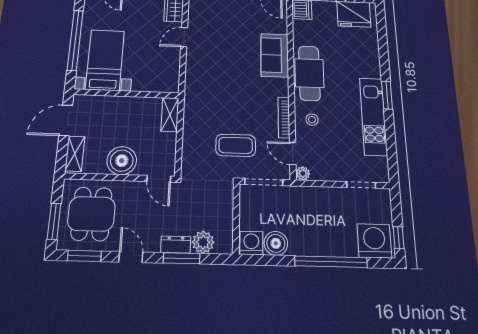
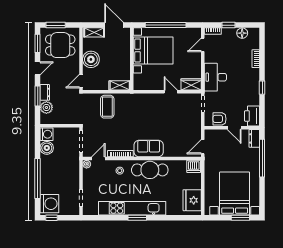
sofa: (275, 55) -> (149, 148), moved
bed with nightstands: (105, 60) -> (153, 50), width x1.36
kitchen unit: (373, 116) -> (132, 208), width x1.36
coffee table: (236, 145) -> (107, 107), moved

